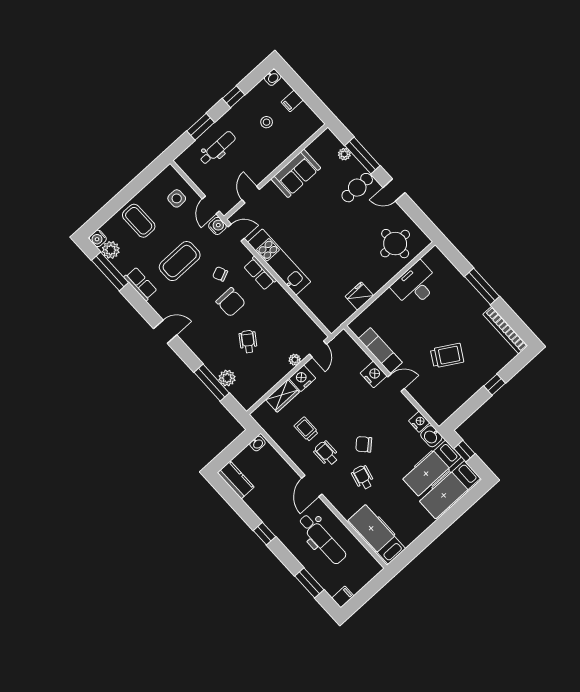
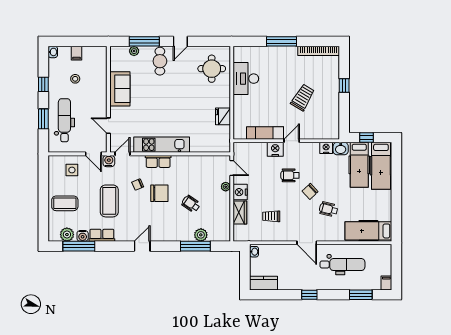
dental chair: (218, 148) -> (64, 120), width x1.36, depth x1.38
water cooler: (98, 238) -> (83, 236), moved
wheelchair: (326, 453) -> (290, 175), moved

